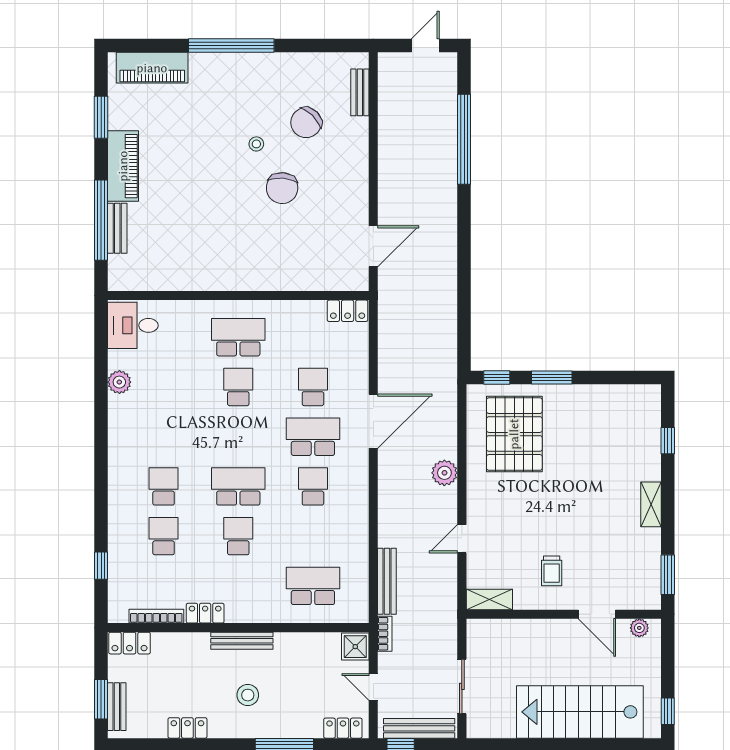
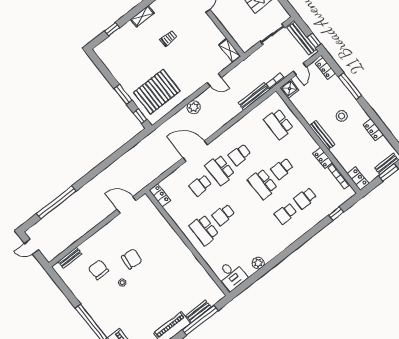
chair: (306, 123) -> (99, 270), turned -135
trolley: (552, 571) -> (168, 39), moved

